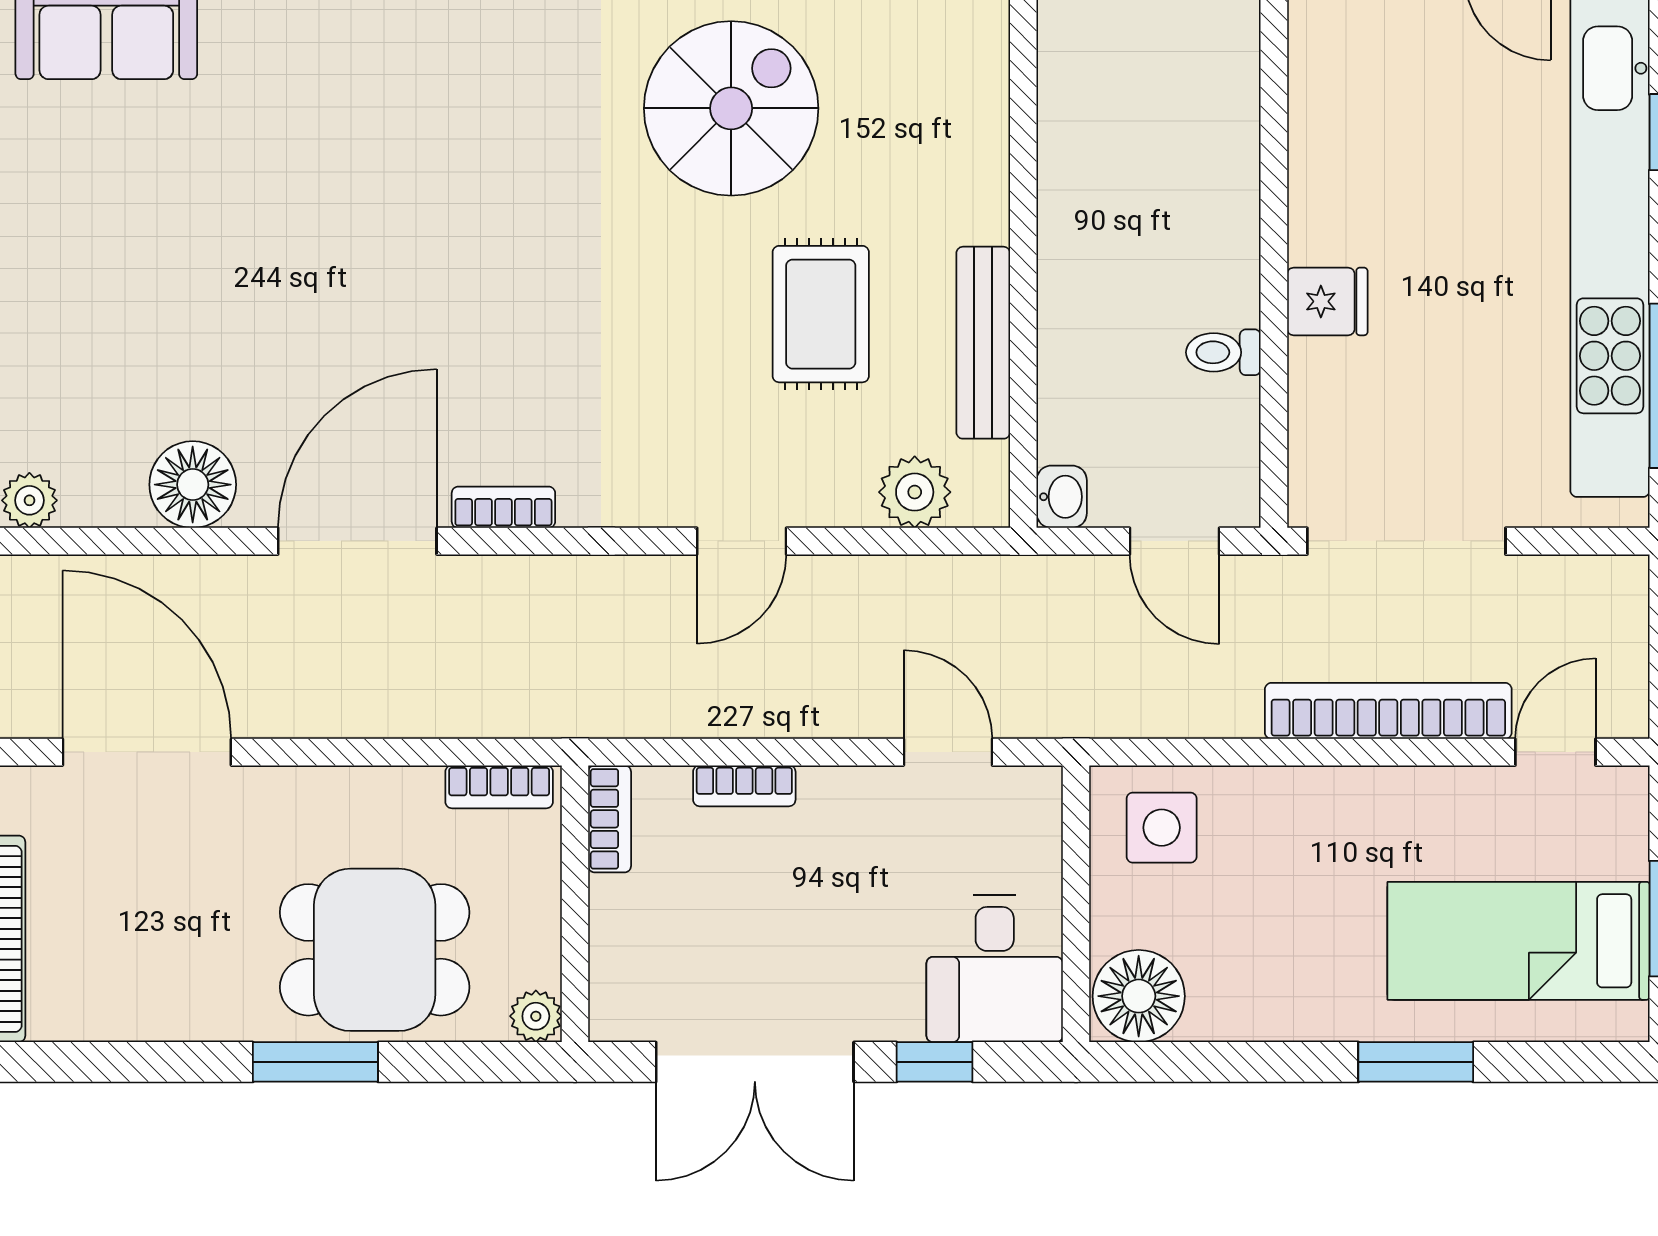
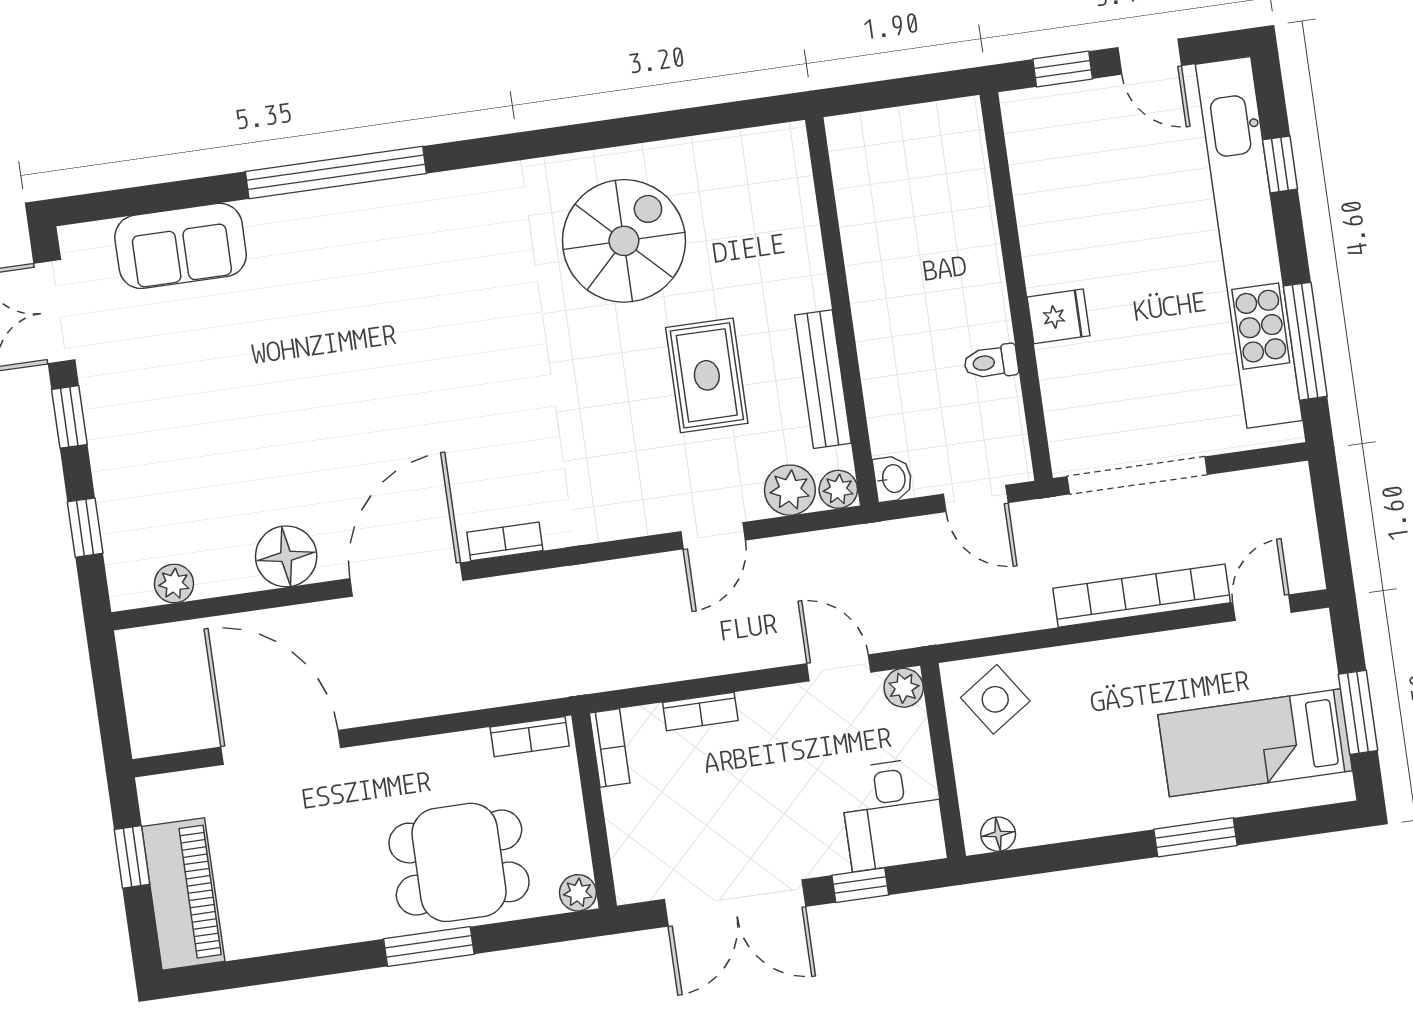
plant: (983, 501) -> (838, 489), added
door: (742, 541) -> (713, 536), moved
plant: (1035, 793) -> (904, 688), added
side table: (1162, 828) -> (995, 699), turned -34
floor lamp: (1139, 996) -> (998, 834), width x0.53, depth x0.53

